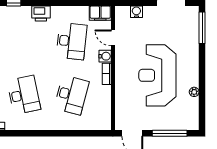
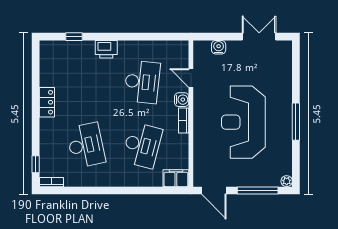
filing cabinet: (100, 13) -> (176, 178), moved, turned 180
window: (202, 28) -> (296, 122), moved
plant: (194, 92) -> (287, 181), moved

